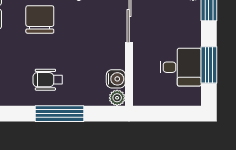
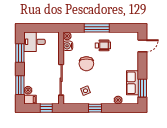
chair: (40, 19) -> (86, 64), moved
desk: (181, 67) -> (34, 42), moved

